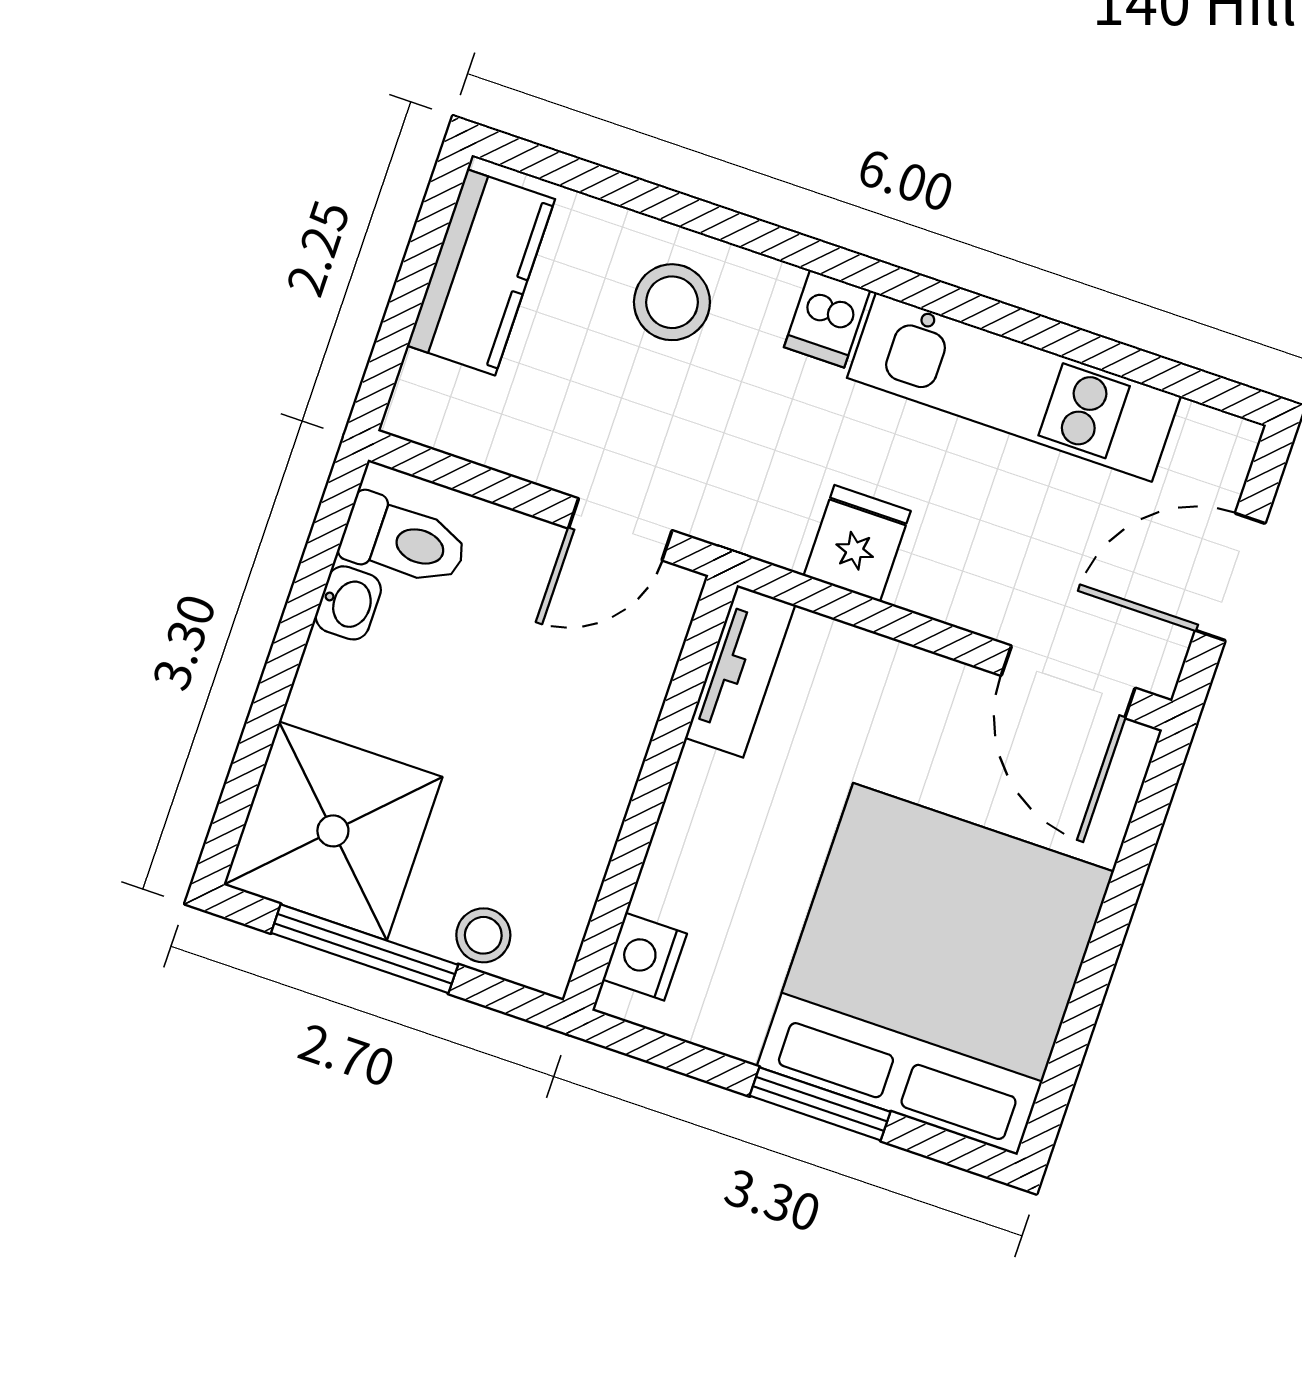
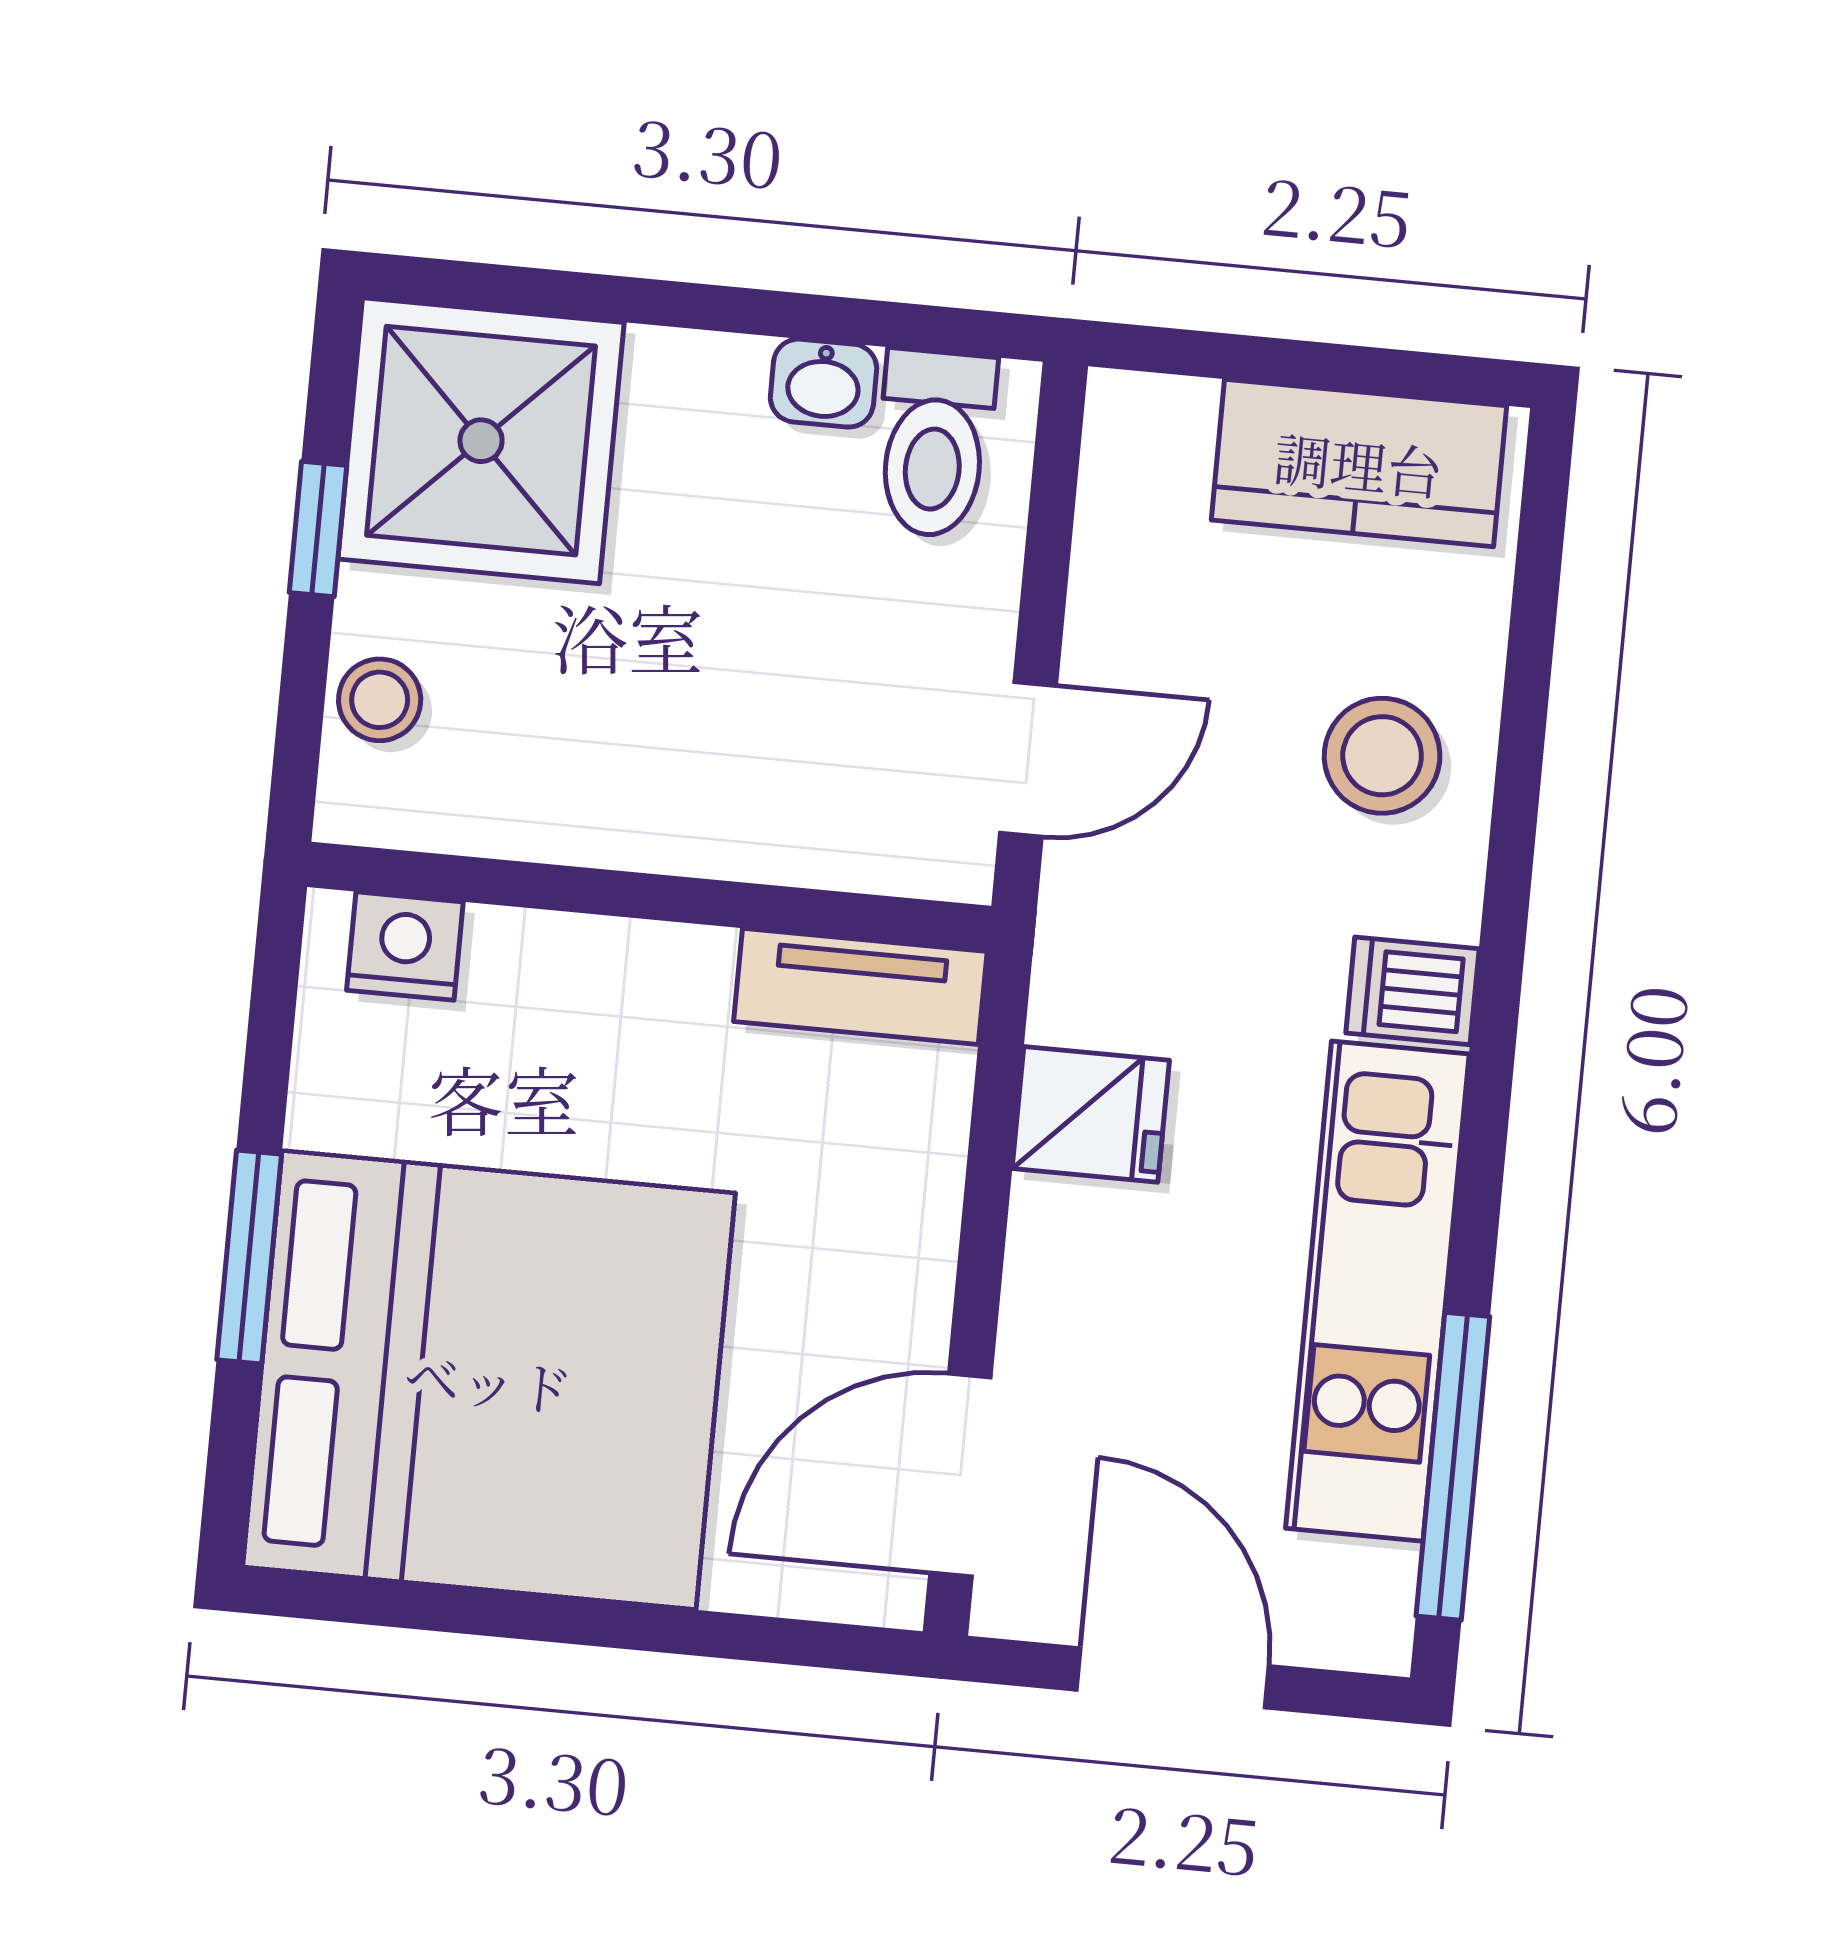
window: (1138, 365) -> (1453, 1466), added
door: (620, 529) -> (1028, 759), swing flipped
window: (365, 949) -> (318, 529), width x0.46

